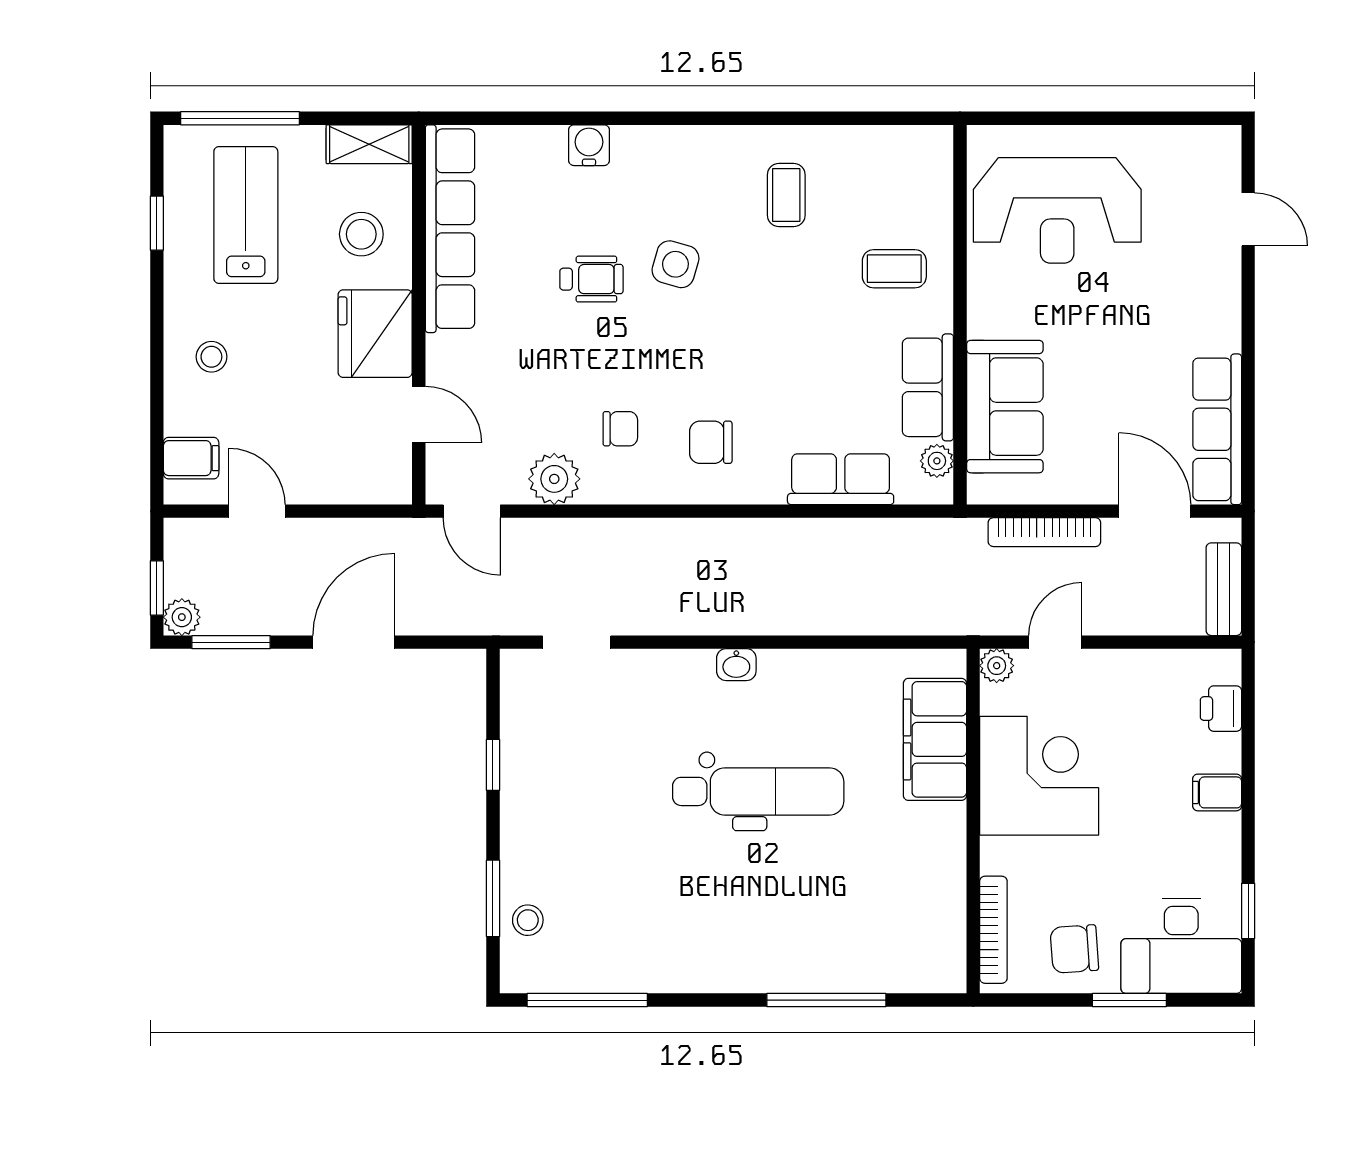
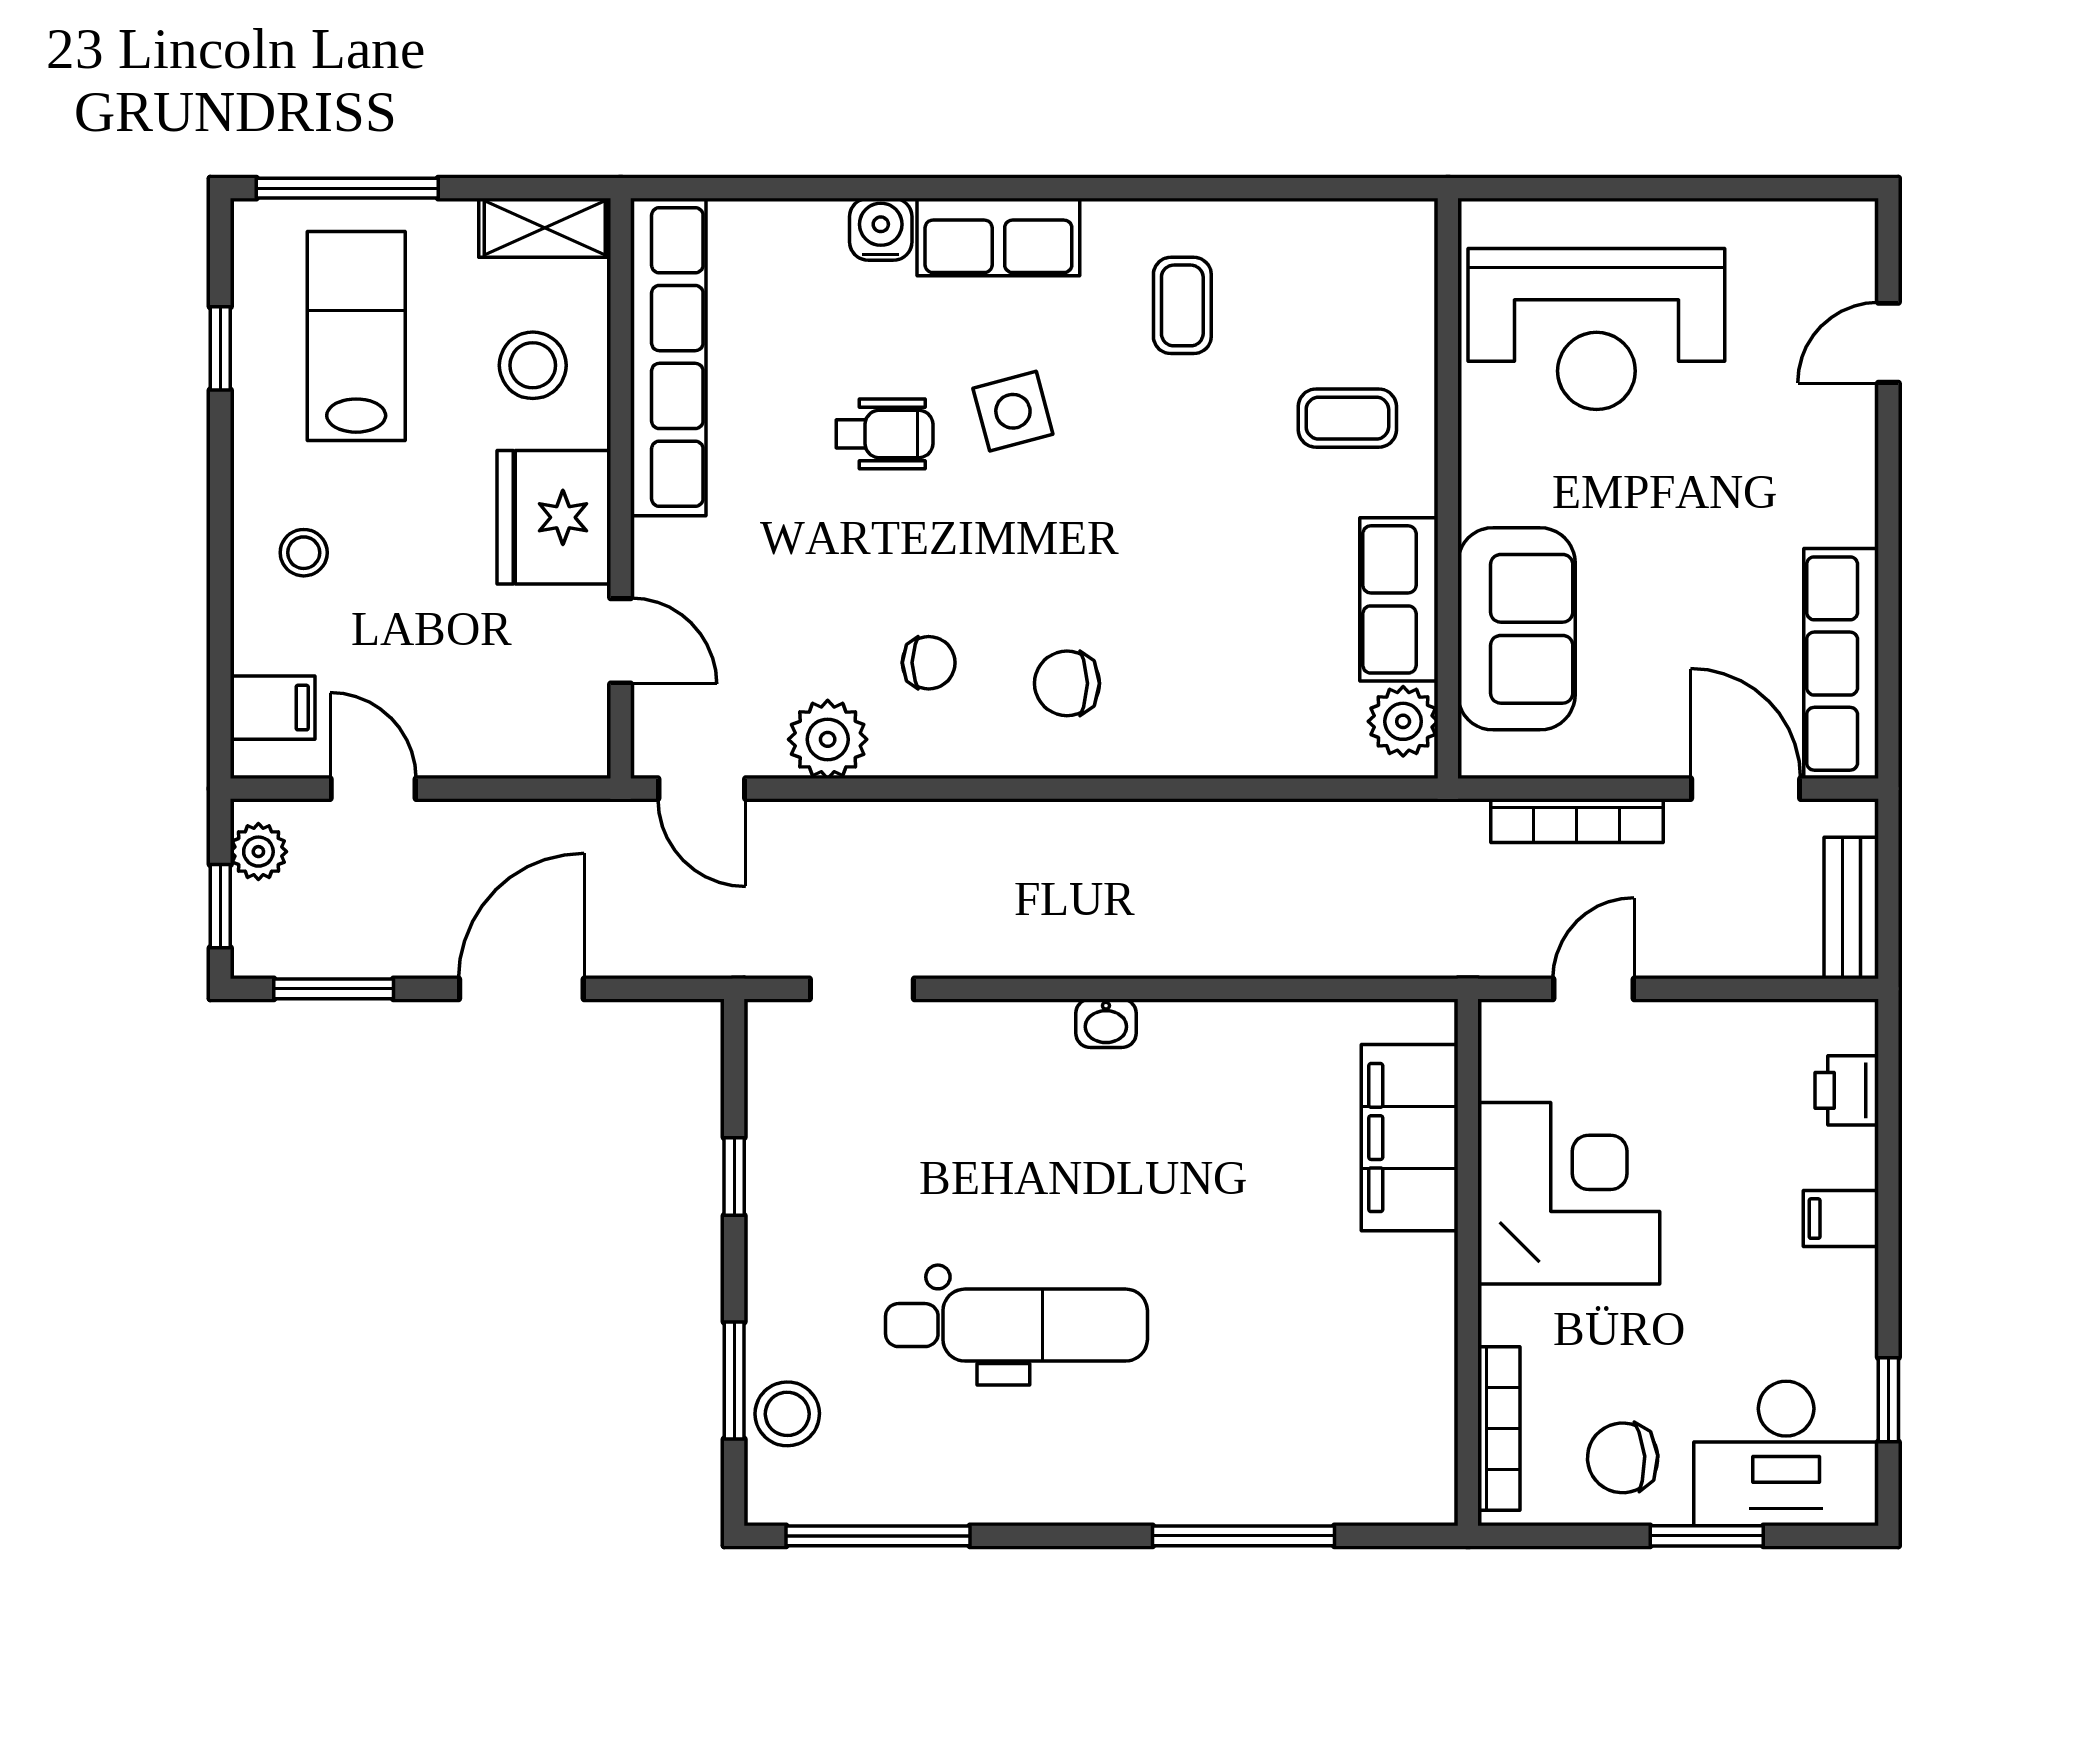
door: (1248, 219) -> (1888, 343), swing flipped
side table: (675, 264) -> (1013, 411), turned -31
plant: (937, 461) -> (1403, 721), width x1.38, depth x1.38
row of seats: (841, 479) -> (998, 237), moved, turned 180
plant: (182, 617) -> (258, 852), moved
plant: (997, 666) -> (1504, 1025), removed
dental chair: (758, 791) -> (1016, 1325), moved
stool: (528, 920) -> (787, 1414), width x1.37, depth x1.37

